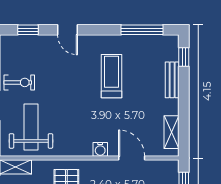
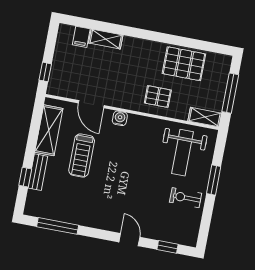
window: (184, 57) -> (25, 177), moved
treadmill: (111, 76) -> (82, 155), moved
shelving: (172, 132) -> (49, 130), width x1.50, depth x1.33

